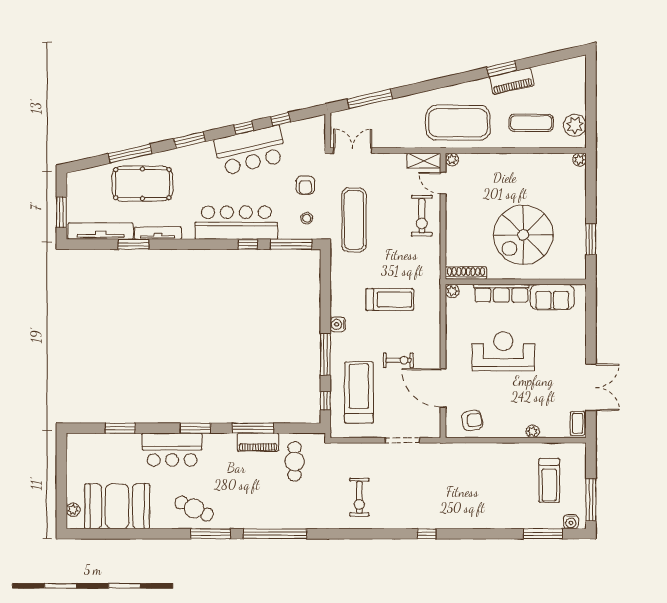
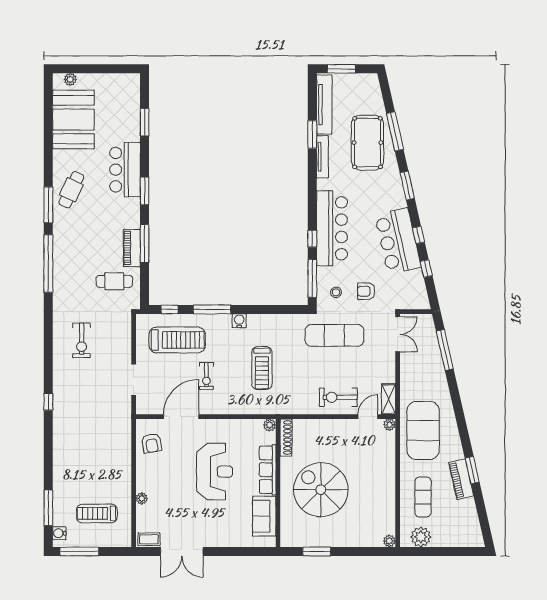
exercise bike: (359, 497) -> (82, 340), turned -90

